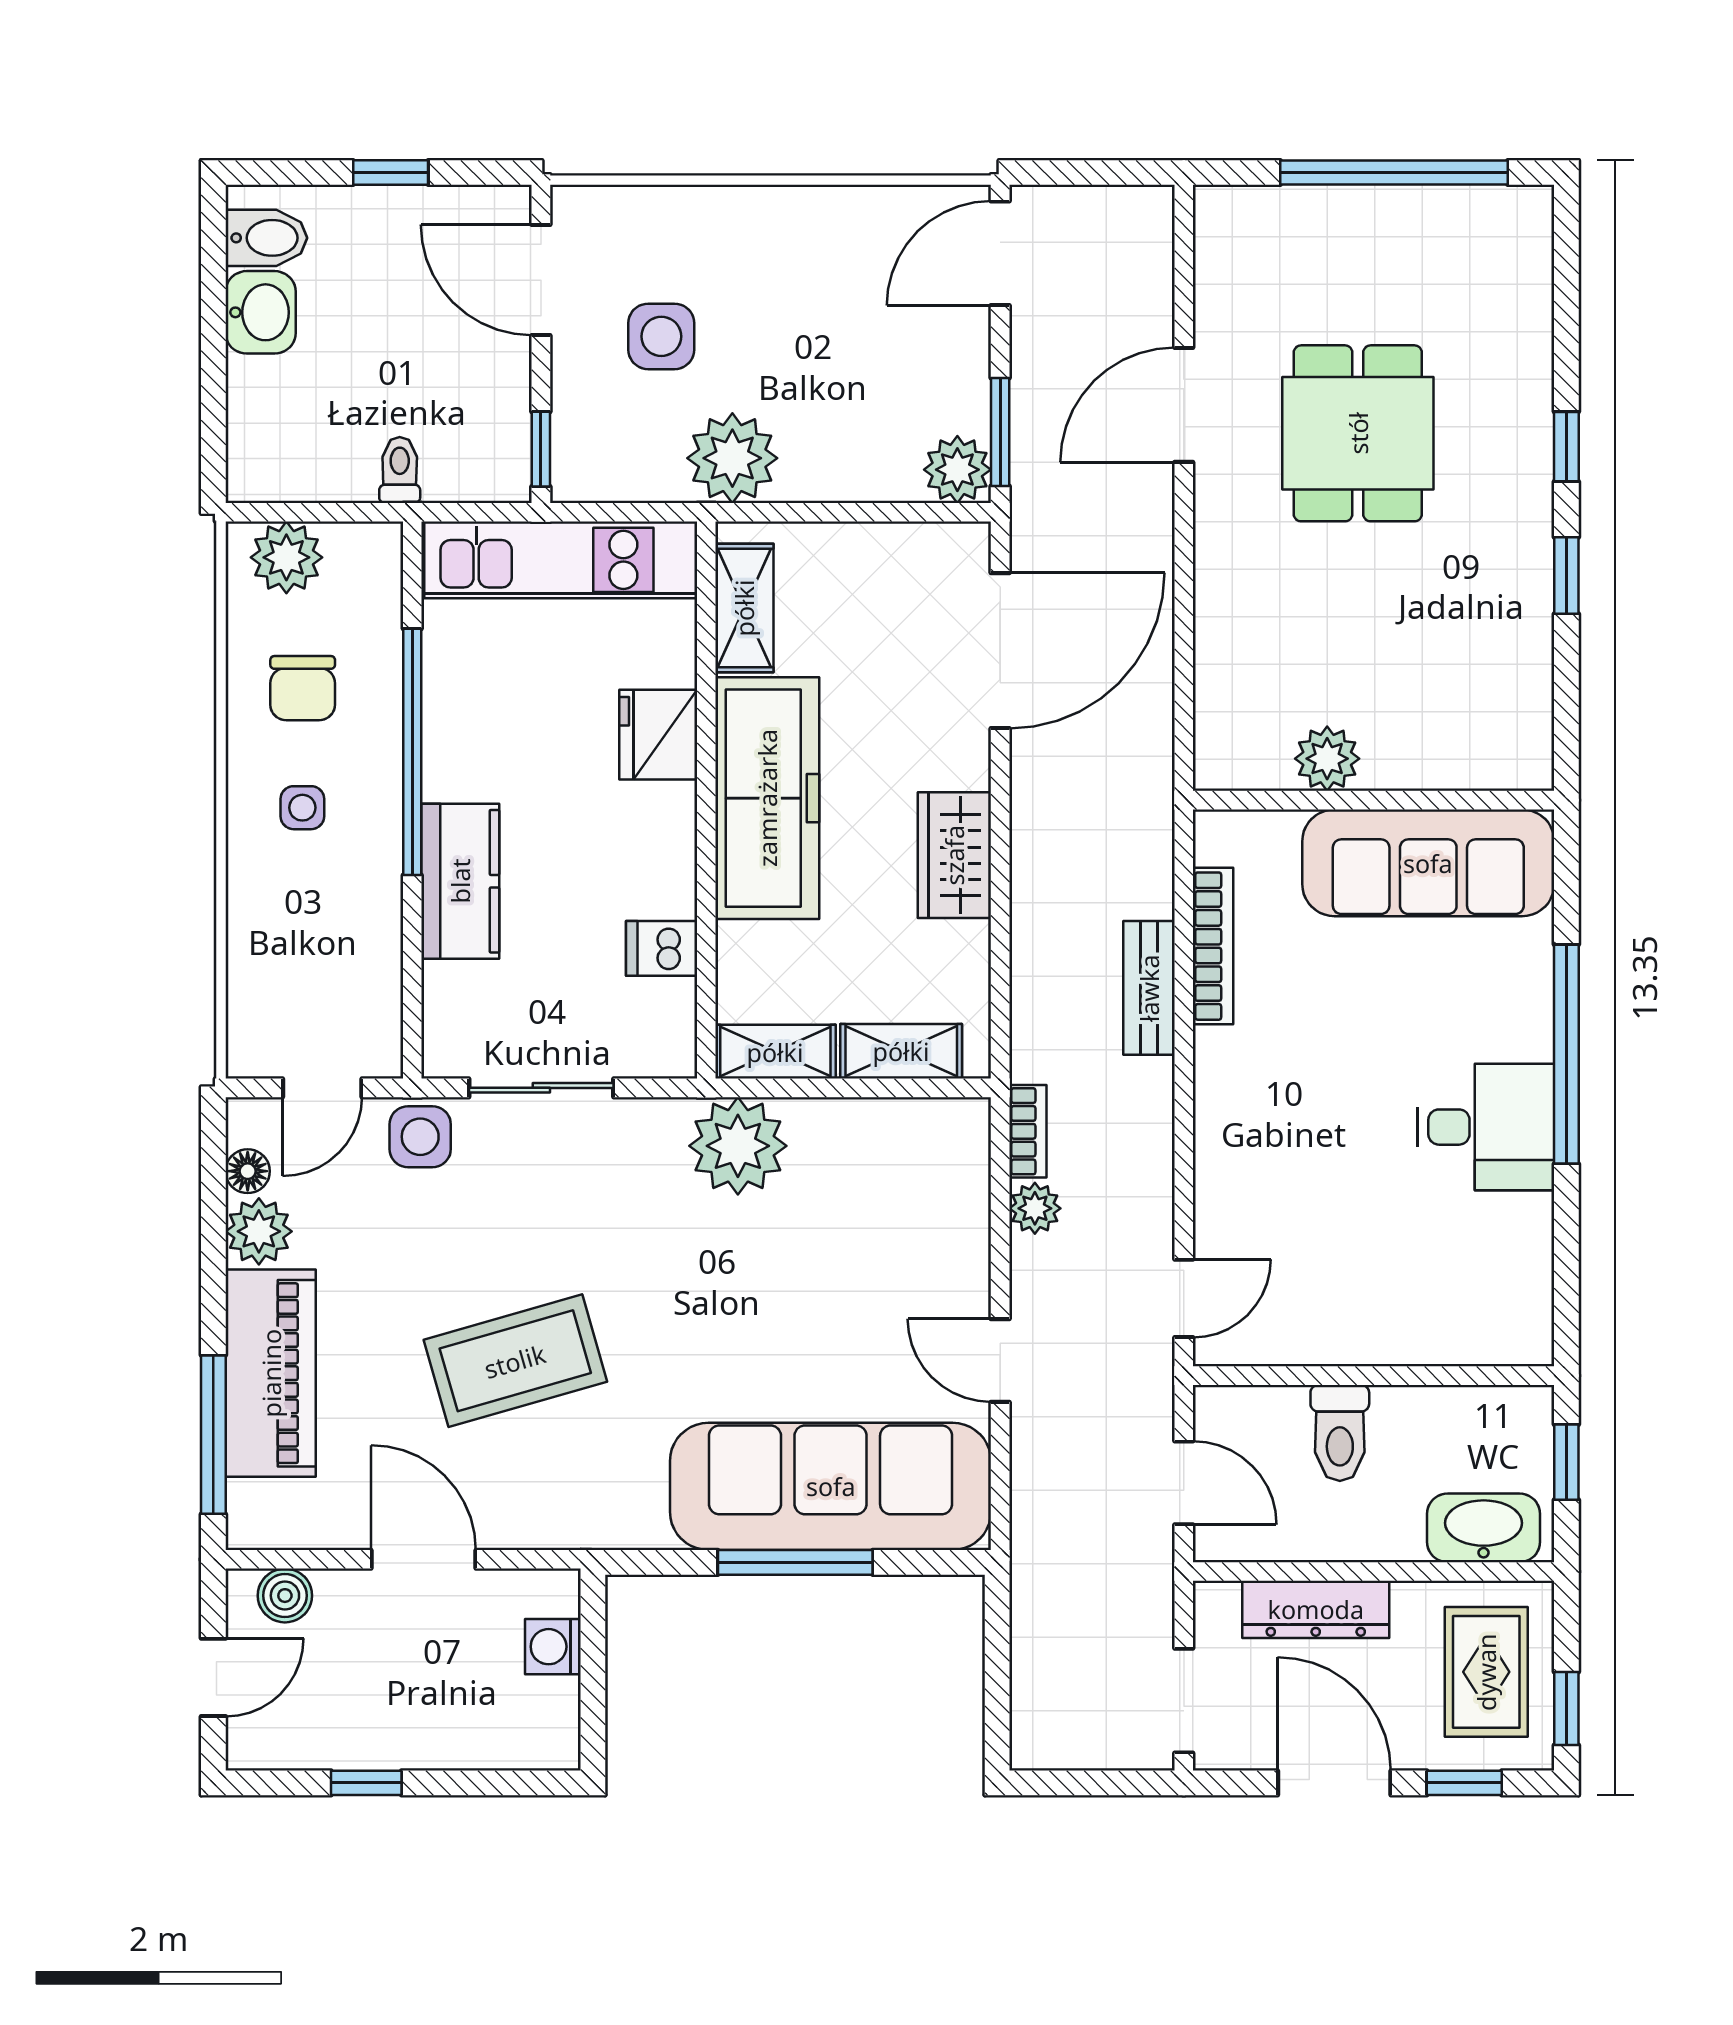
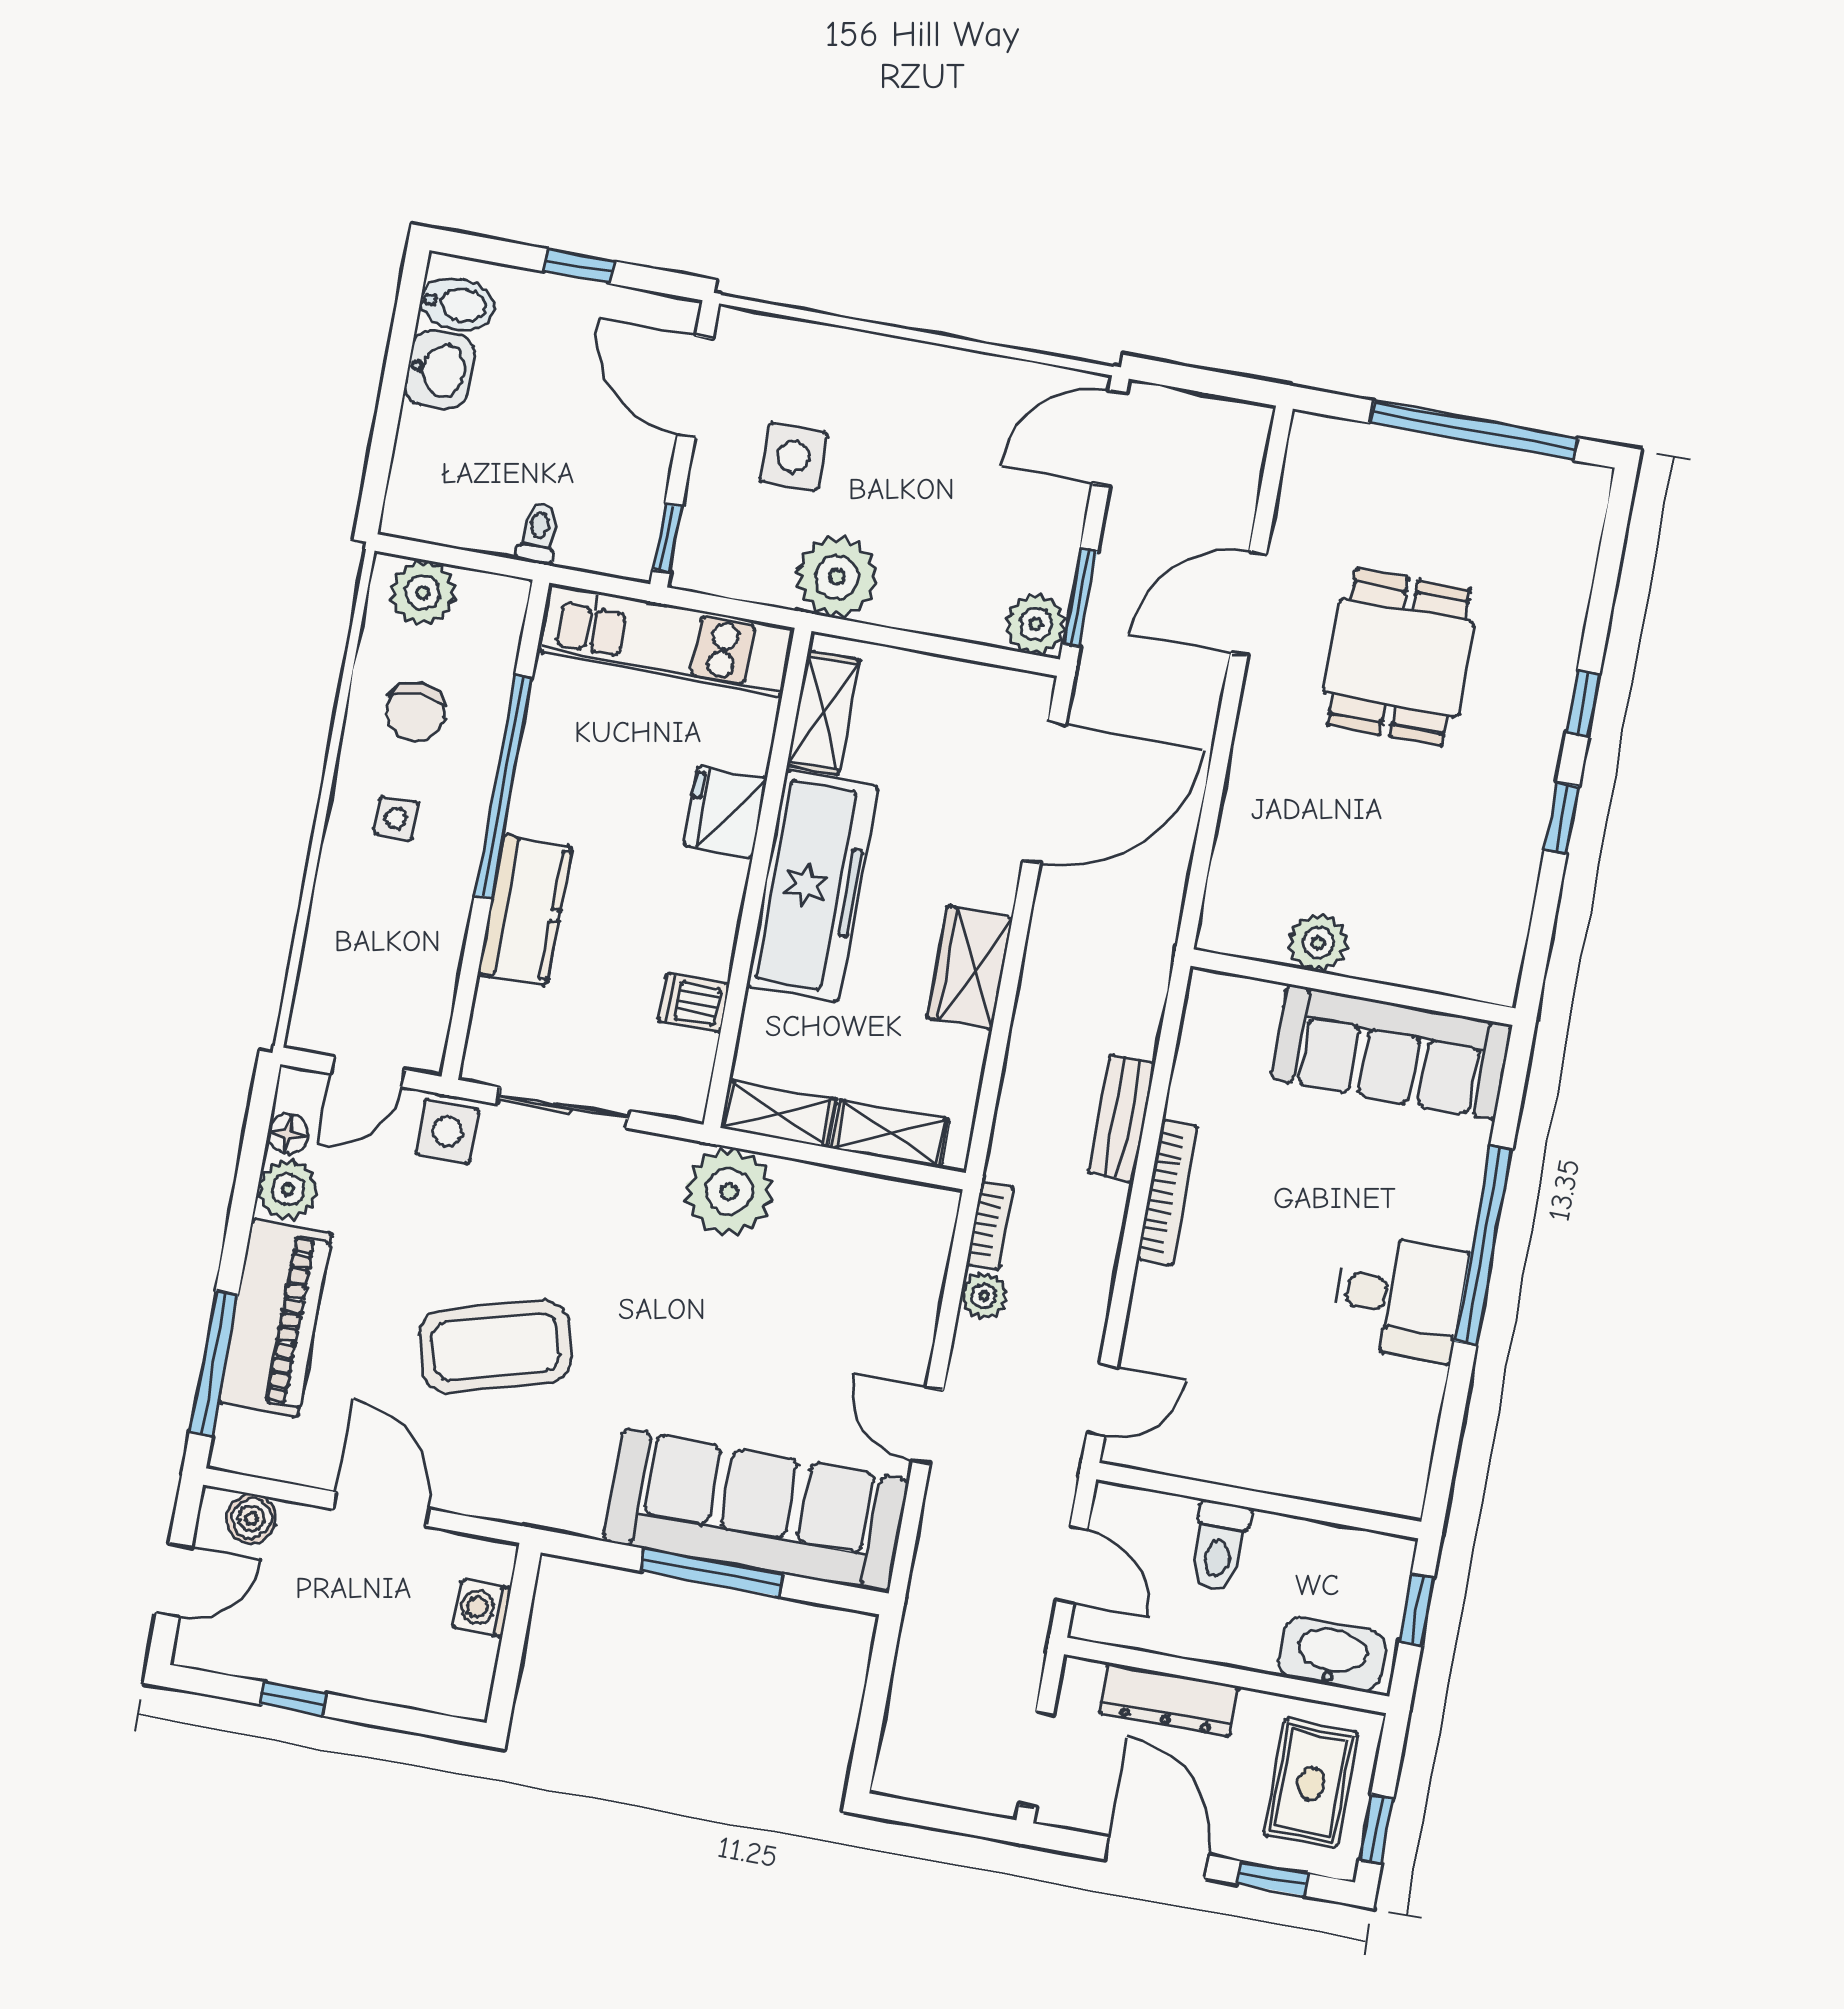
bookcase: (1213, 946) -> (1167, 1193), moved

